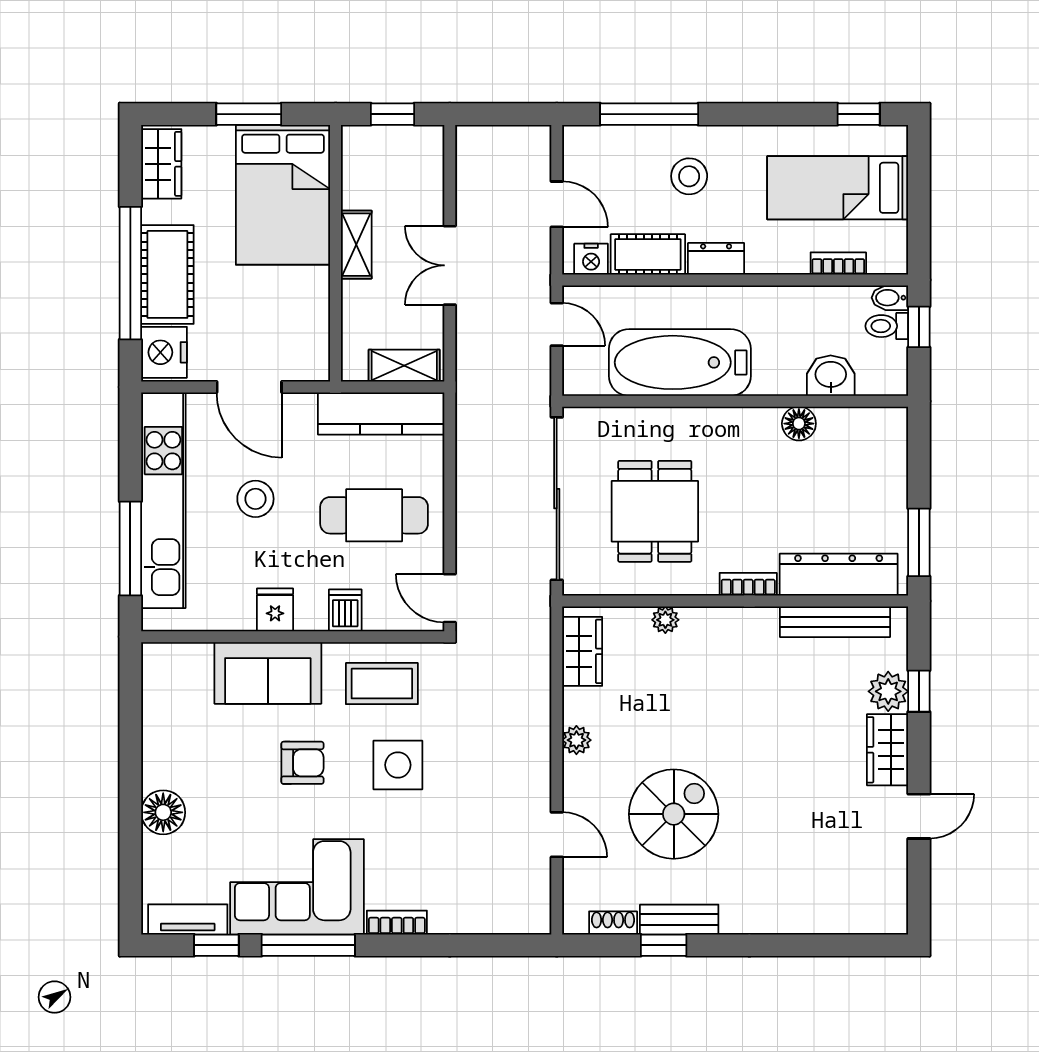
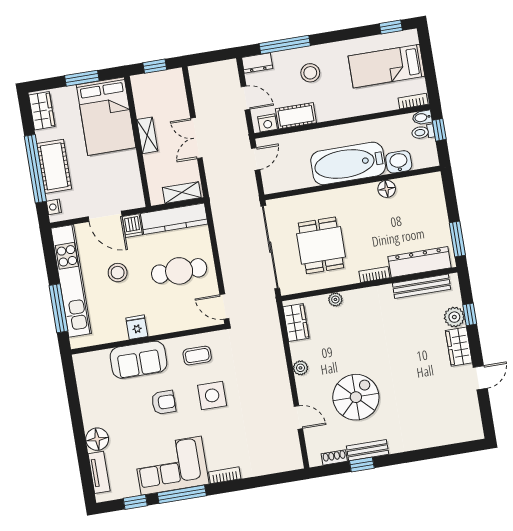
dresser: (716, 259) -> (257, 63), moved, turned 180
bookcase: (838, 263) -> (413, 101), moved
door: (557, 324) -> (256, 159), hinge flipped
nightstand: (164, 352) -> (54, 207), width x0.53, depth x0.56
bathtub: (680, 362) -> (348, 163), moved
dishwasher: (345, 610) -> (132, 226), moved, turned 180
coffee table: (382, 684) -> (197, 356), width x0.73, depth x0.77
tv unit: (188, 919) -> (99, 472), moved, turned 90

